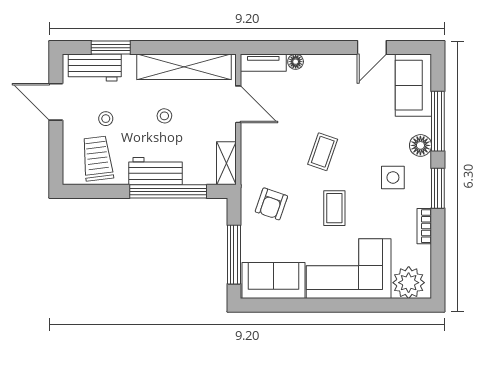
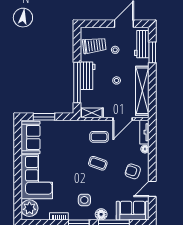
door: (372, 48) -> (152, 189), hinge flipped
armchair: (271, 204) -> (133, 171), moved
coffee table: (334, 208) -> (99, 137), moved
window: (234, 255) -> (44, 117), width x0.69

